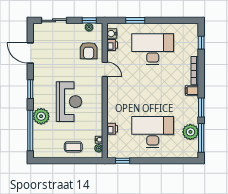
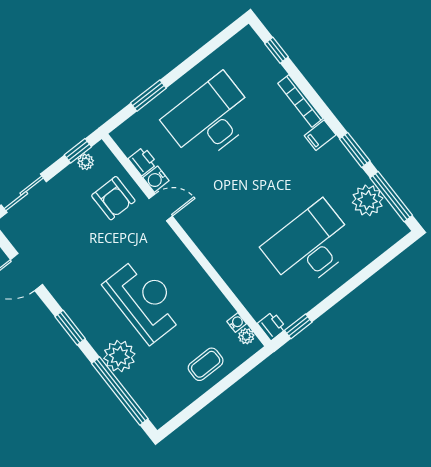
water cooler: (112, 34) -> (156, 179), moved
printer: (112, 129) -> (272, 326), moved

